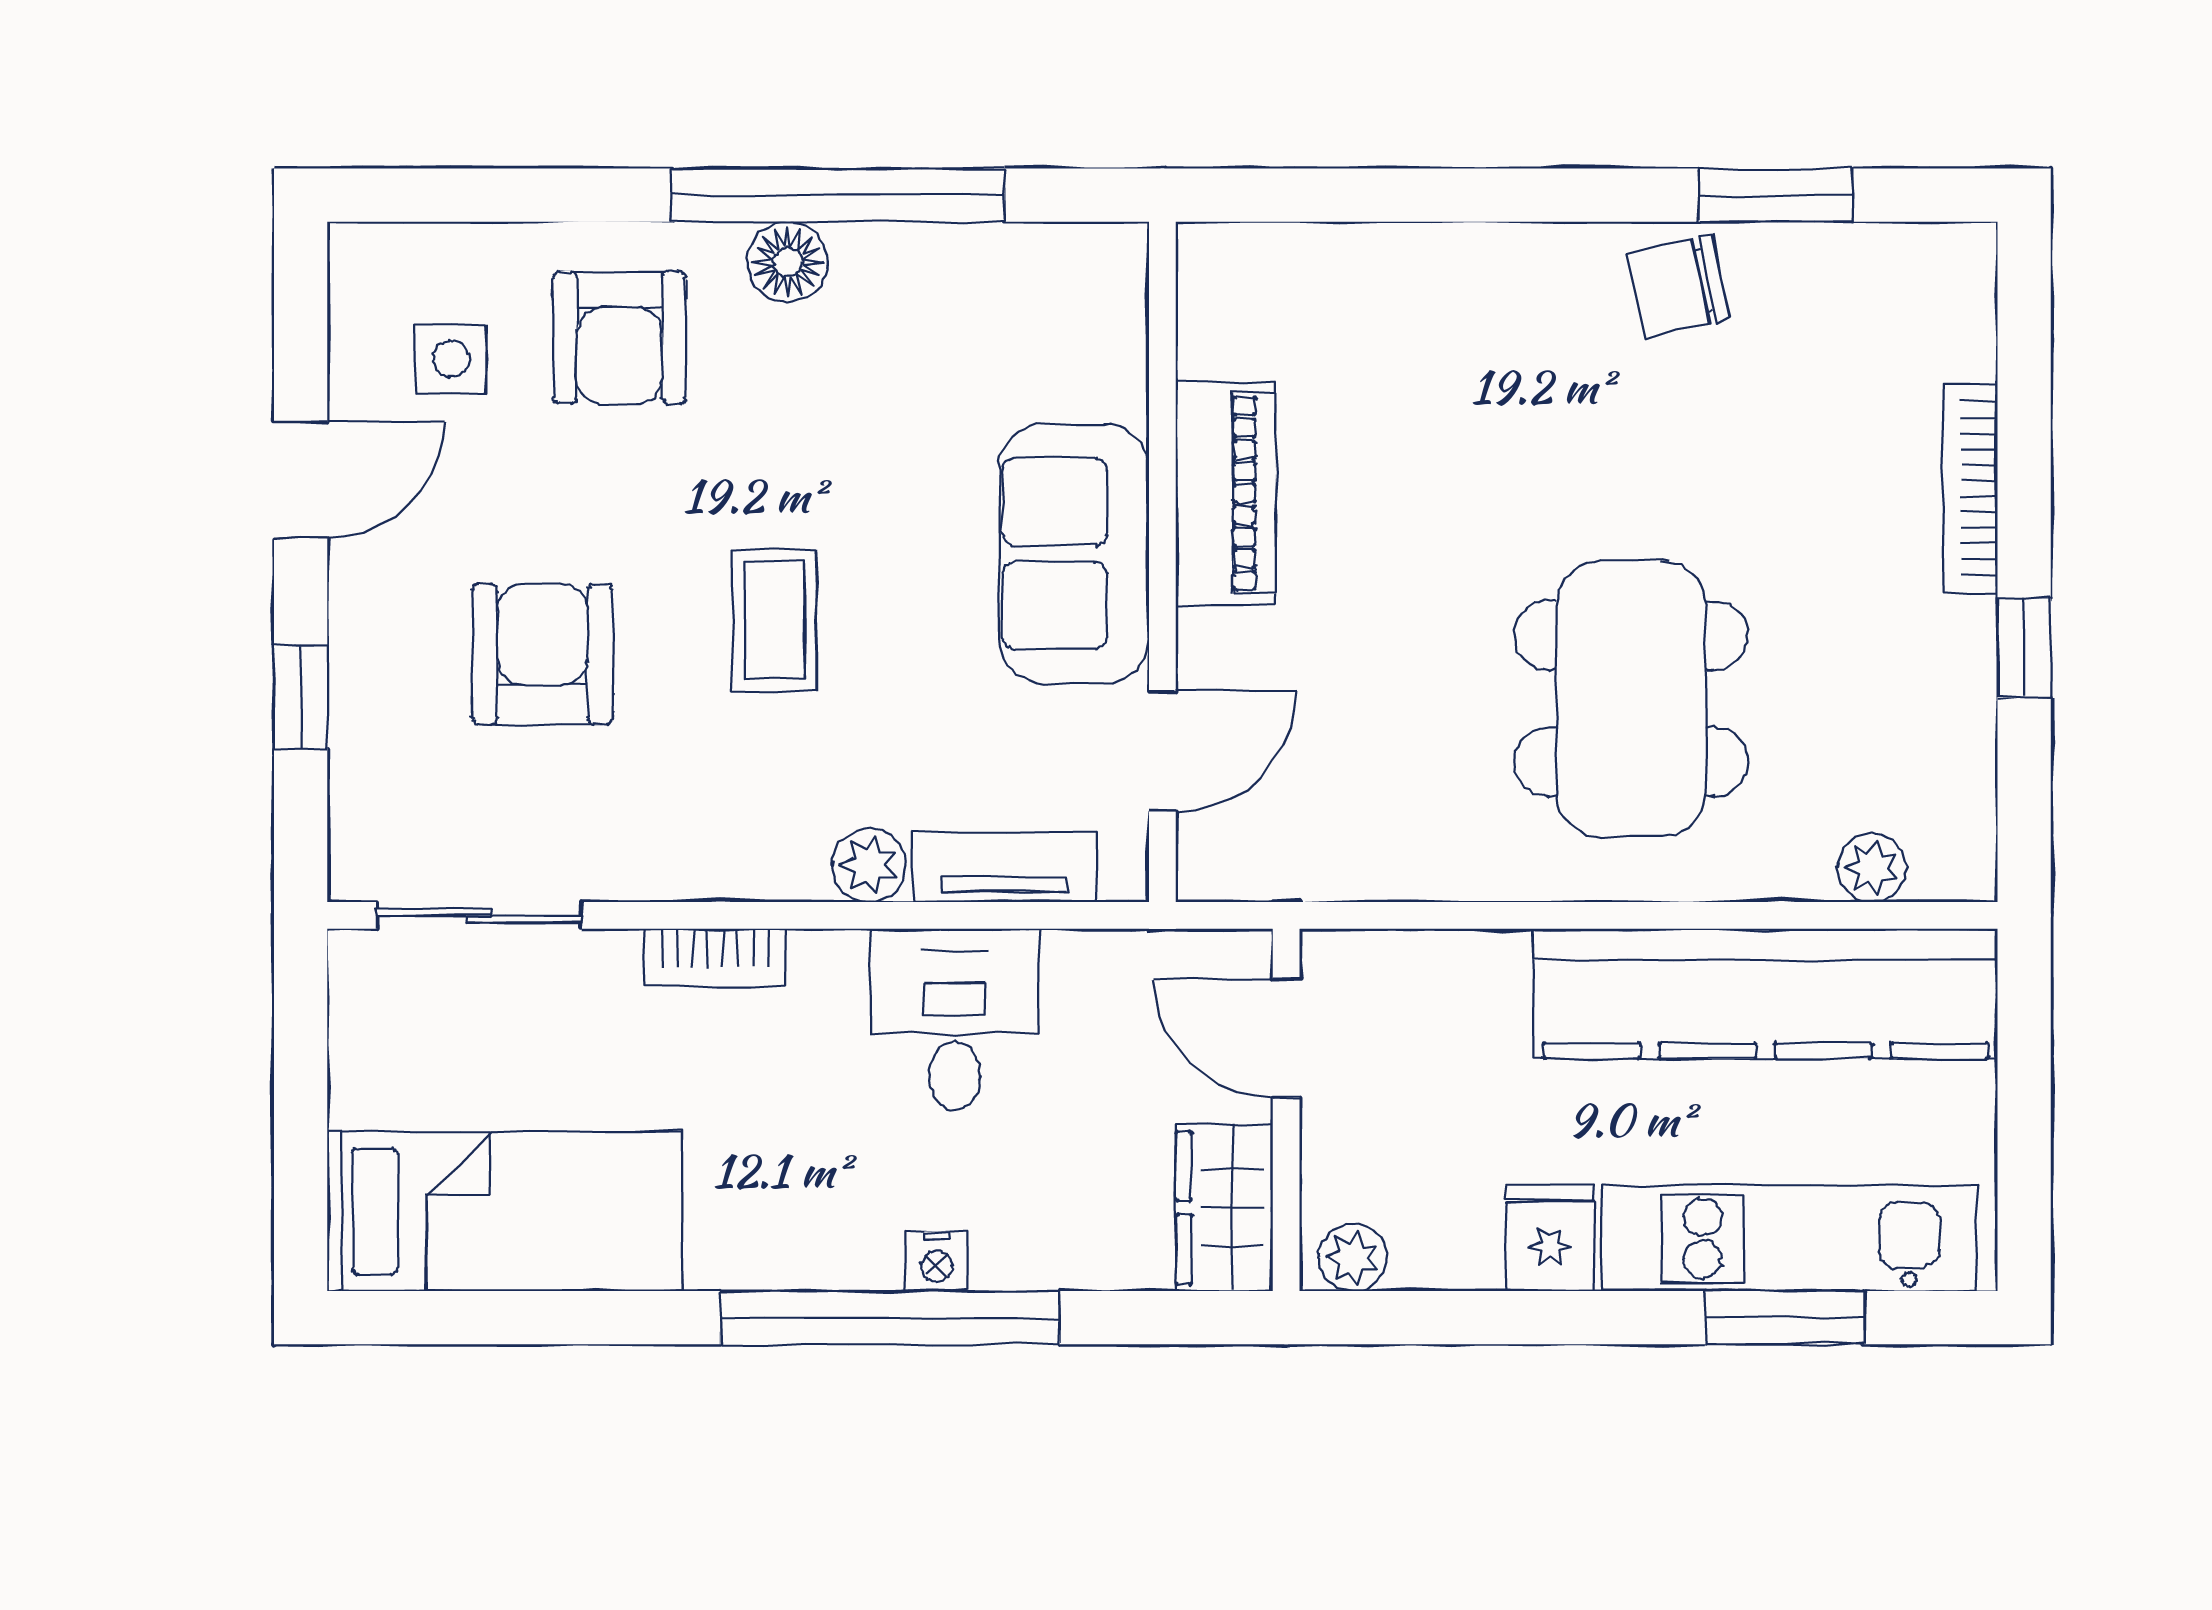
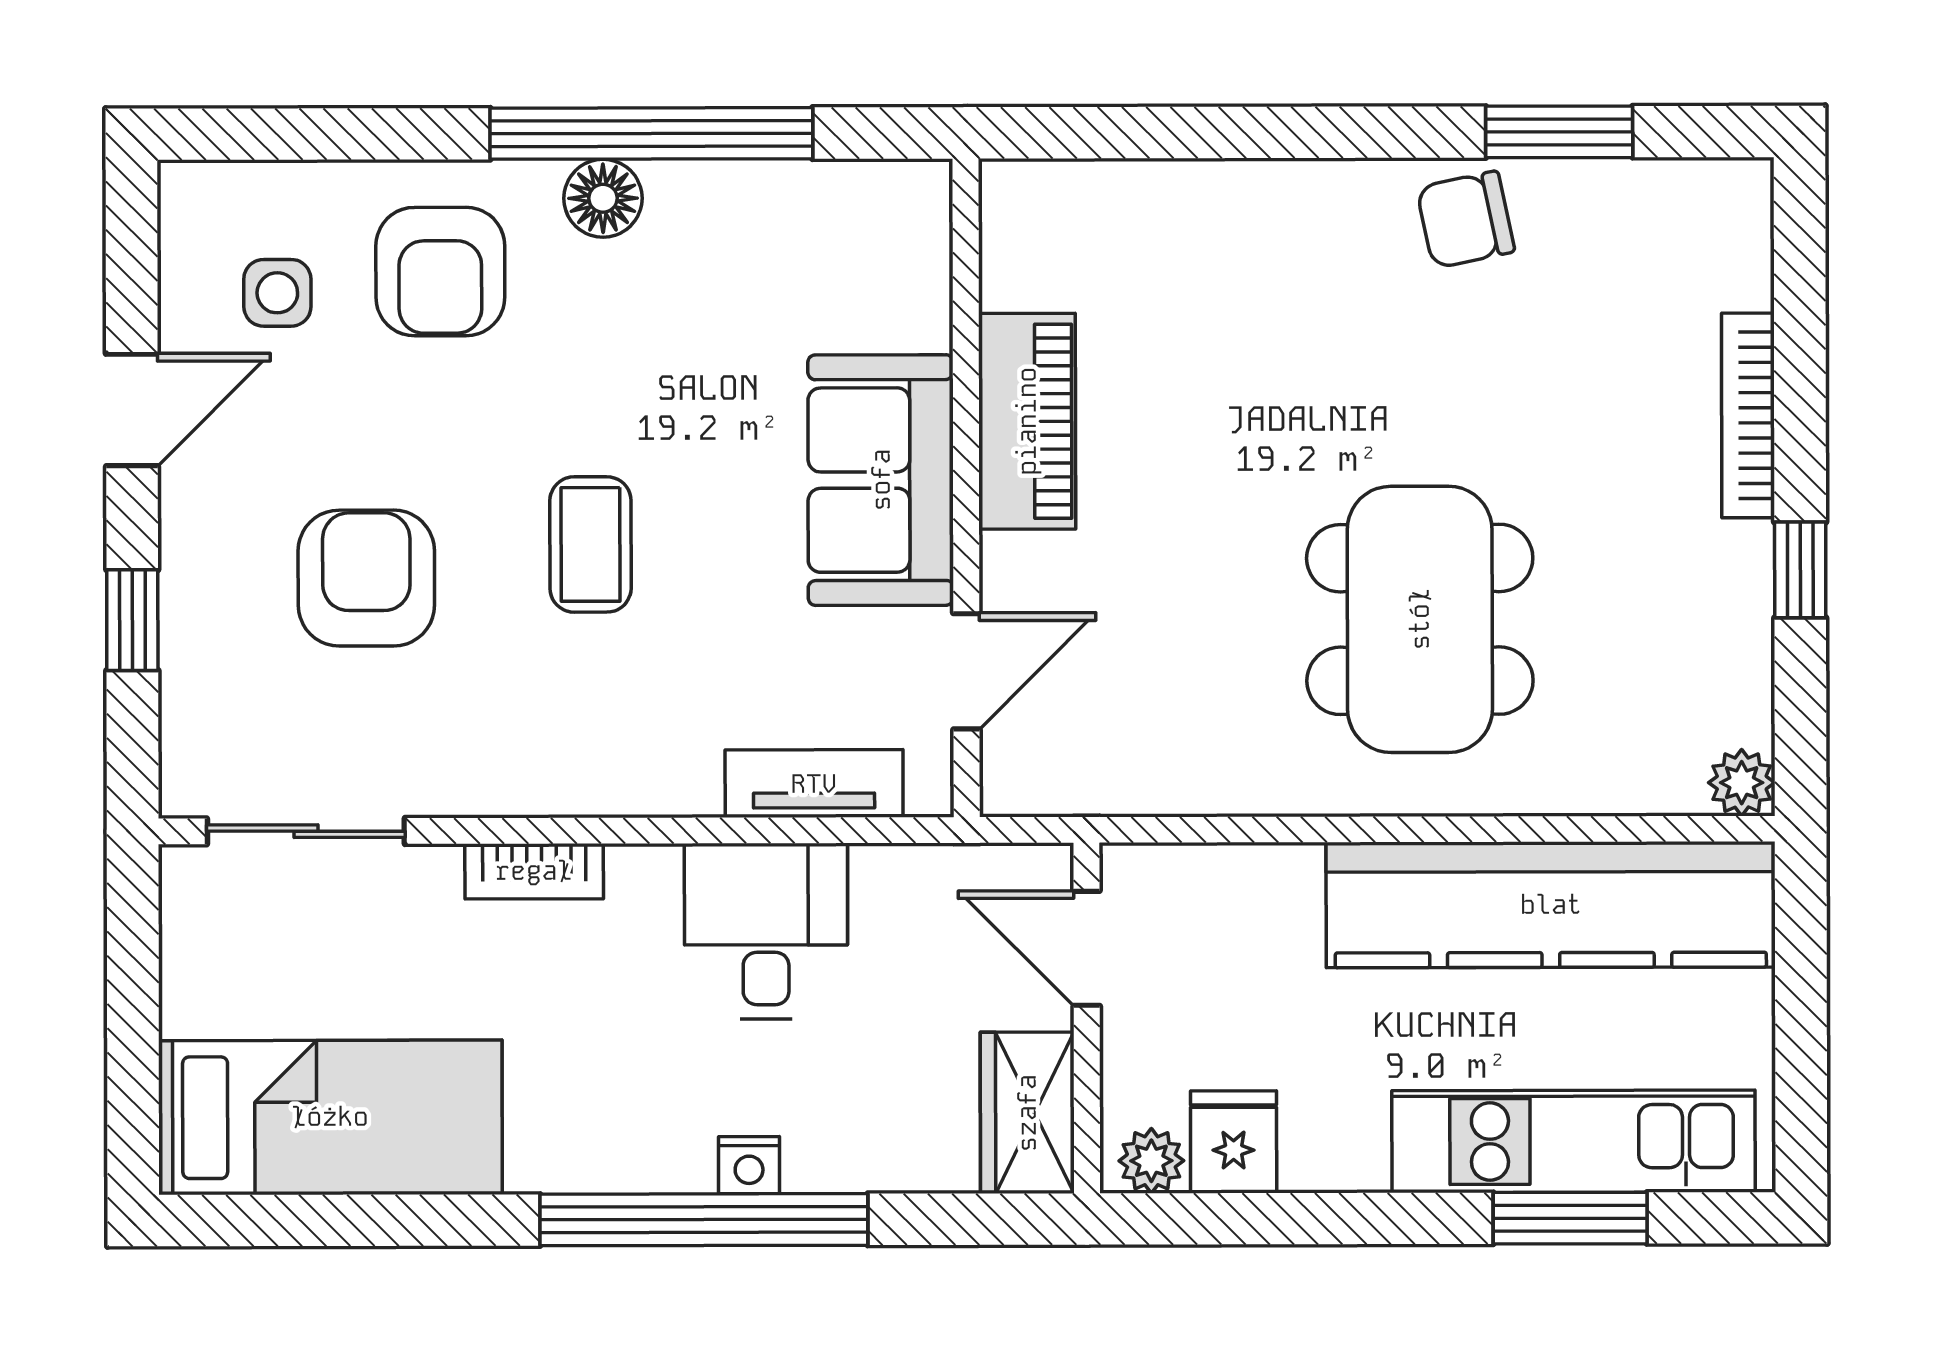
plant: (869, 865) -> (683, 782), removed
plant: (1872, 868) -> (1742, 783), moved
fridge: (1550, 1238) -> (1234, 1142), moved

